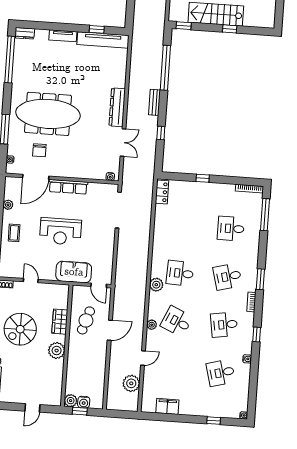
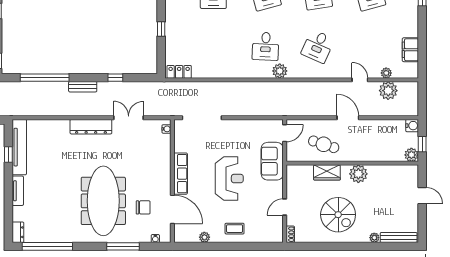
plant: (152, 325) -> (386, 73), moved
door: (110, 330) -> (348, 118), moved
water cooler: (84, 402) -> (412, 126), moved

